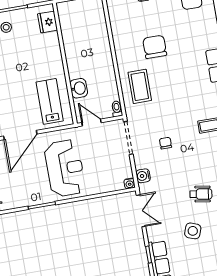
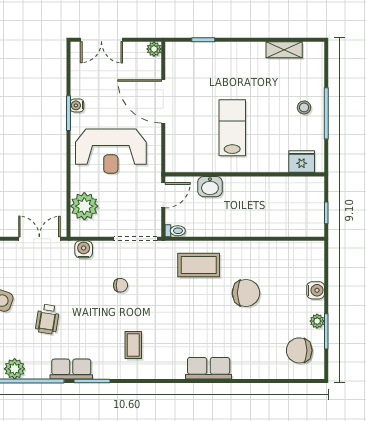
lab bench: (50, 101) -> (232, 128), moved, turned -90
plant: (110, 181) -> (84, 206), added
water cooler: (130, 183) -> (77, 105), moved
double door: (141, 211) -> (39, 239), swing flipped

